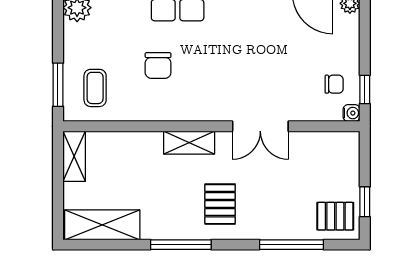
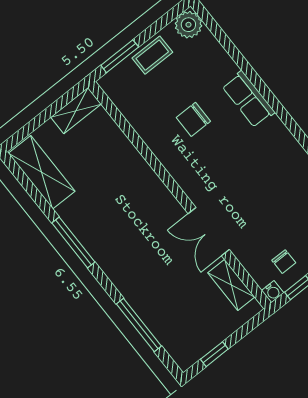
coffee table: (95, 88) -> (152, 55), moved
shelving: (189, 143) -> (231, 285), moved
pallet: (220, 204) -> (127, 248), removed
pallet: (335, 216) -> (186, 341), removed

